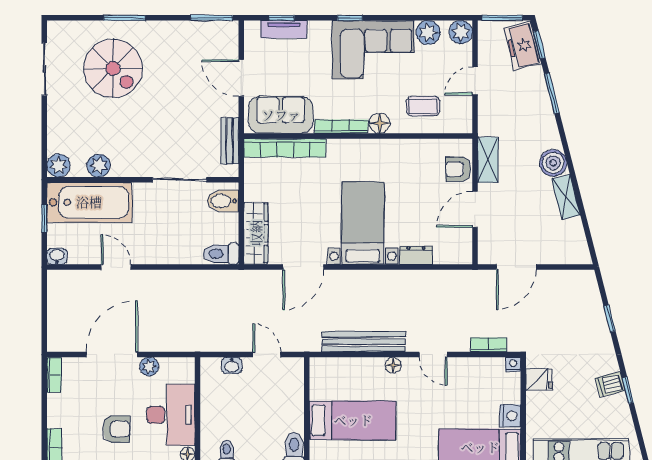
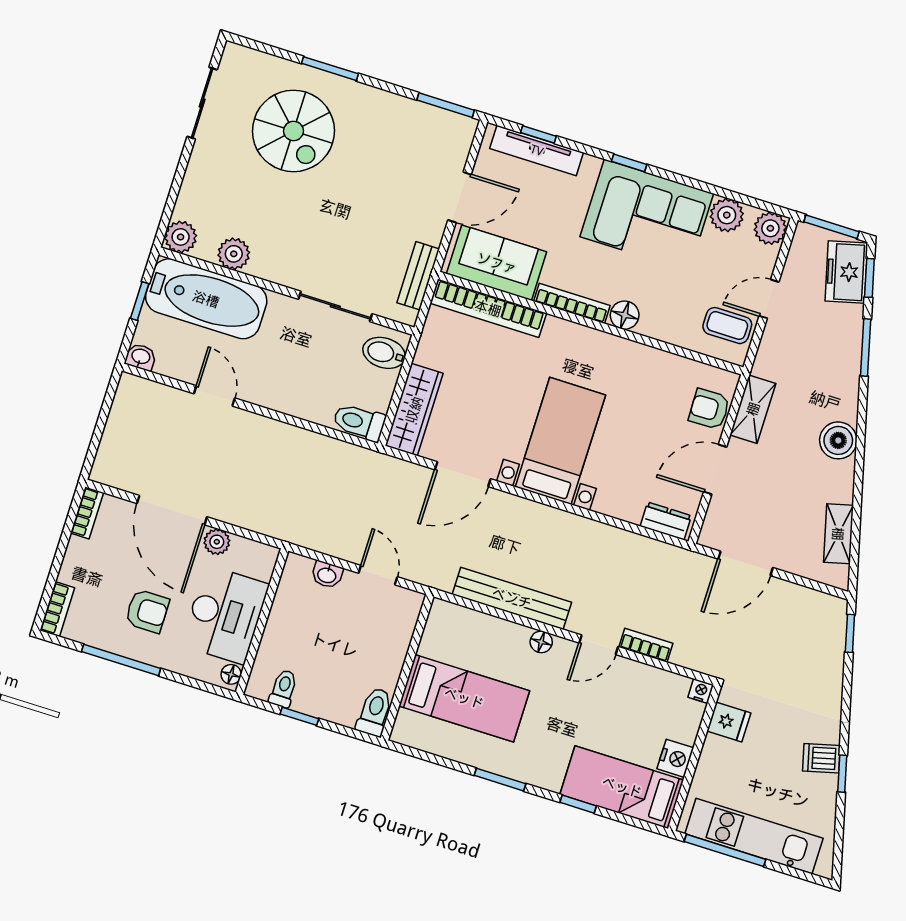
tv unit: (284, 29) -> (537, 150), width x1.41
door: (241, 78) -> (460, 197), swing flipped
coffee table: (423, 106) -> (727, 326), moved
shelving: (566, 197) -> (838, 534), moved
dresser: (416, 255) -> (666, 521), moved
window: (610, 318) -> (850, 633), moved
bookcase: (489, 345) -> (646, 645), moved
door: (112, 355) -> (172, 510), swing flipped
door: (433, 355) -> (599, 645), hinge flipped

